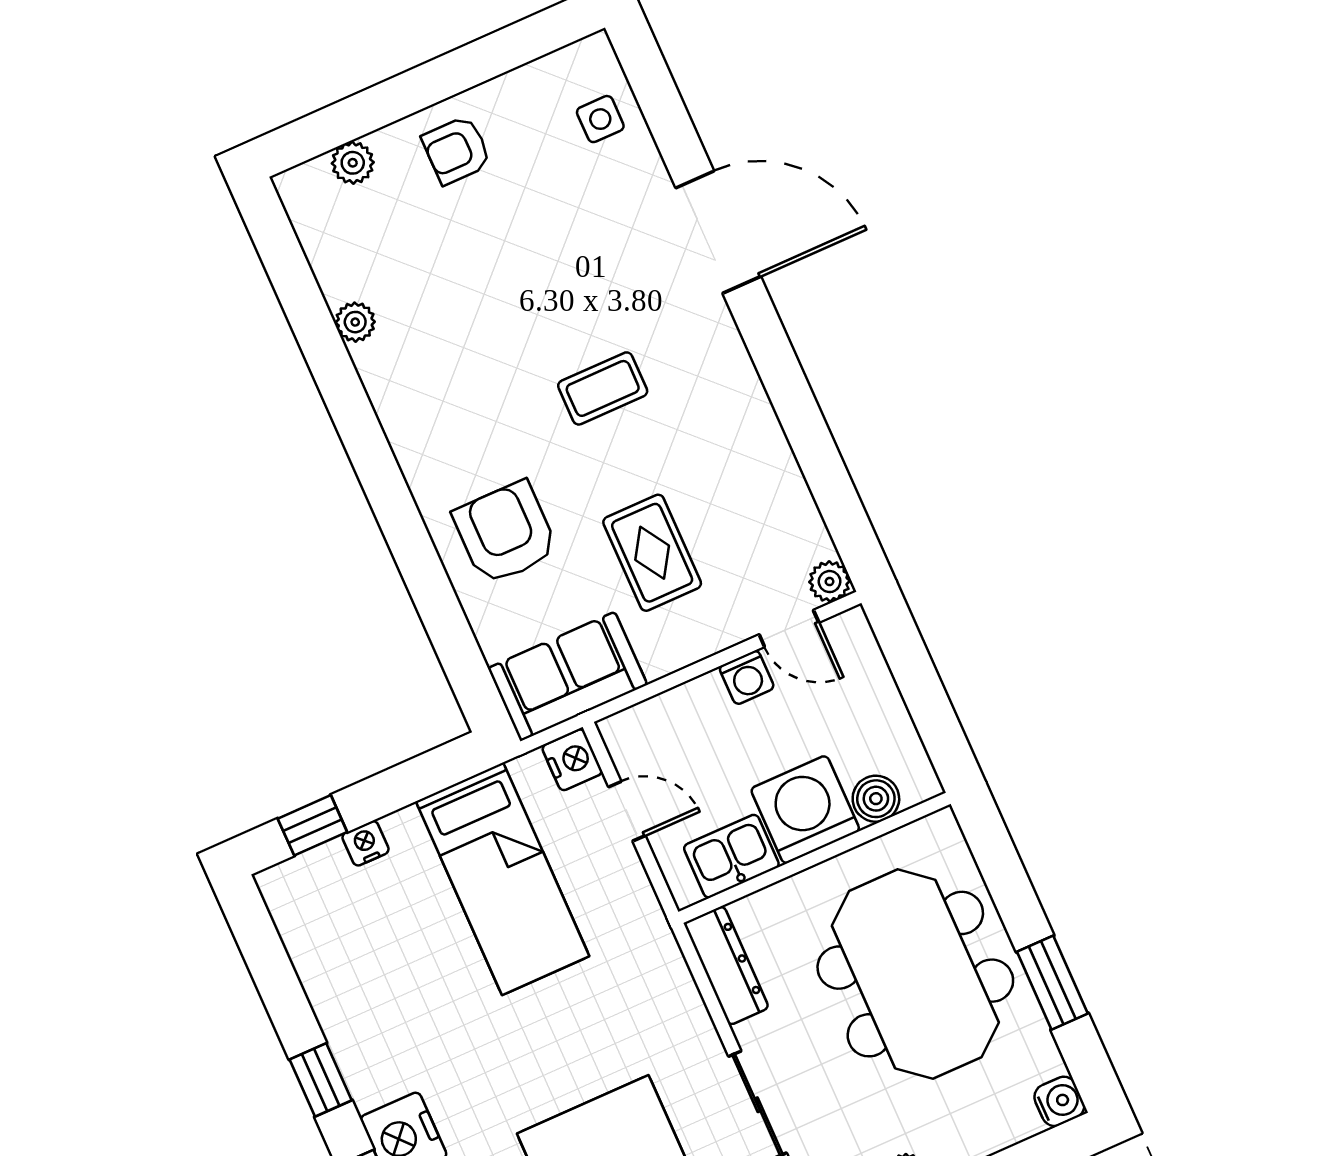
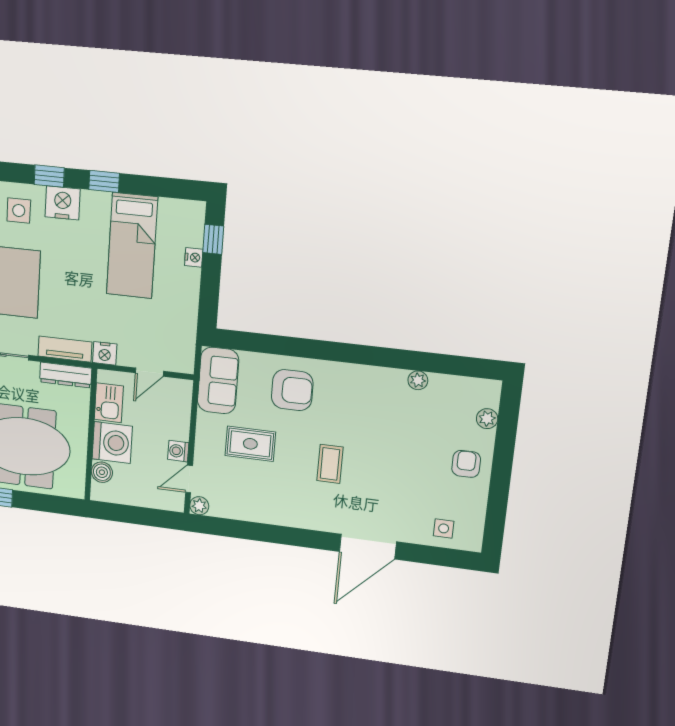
nightstand: (572, 760) -> (105, 353), moved
bed: (503, 879) -> (132, 246), moved, turned -90
tv unit: (677, 992) -> (65, 349), added

